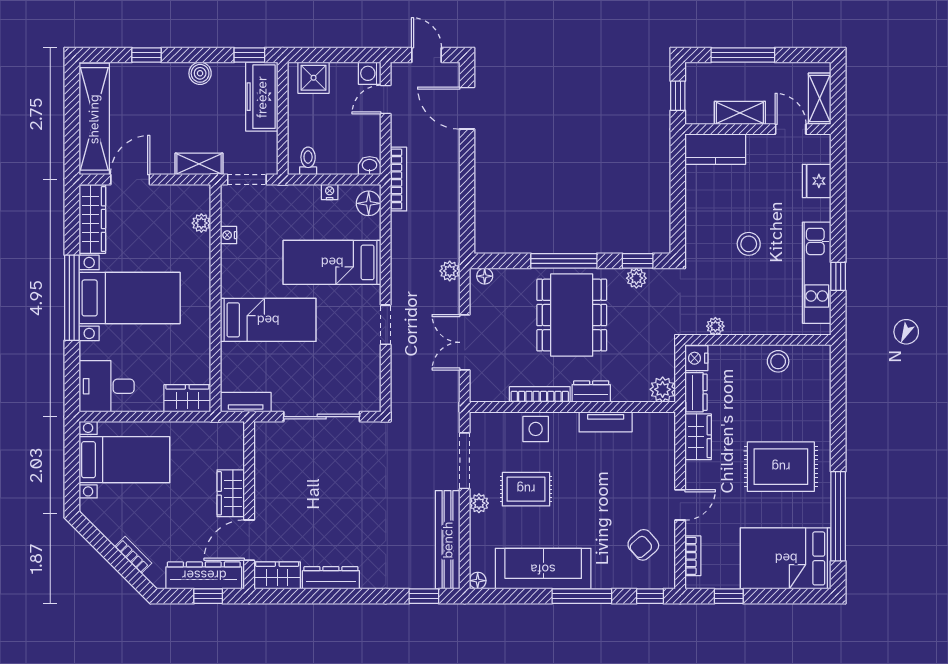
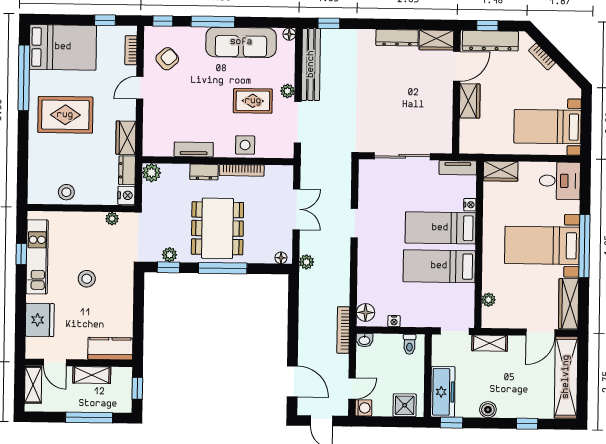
fridge: (817, 181) -> (40, 320), width x1.36, depth x1.34
nightstand: (228, 235) -> (470, 205), moved
bed: (332, 262) -> (439, 266), moved, turned 180

